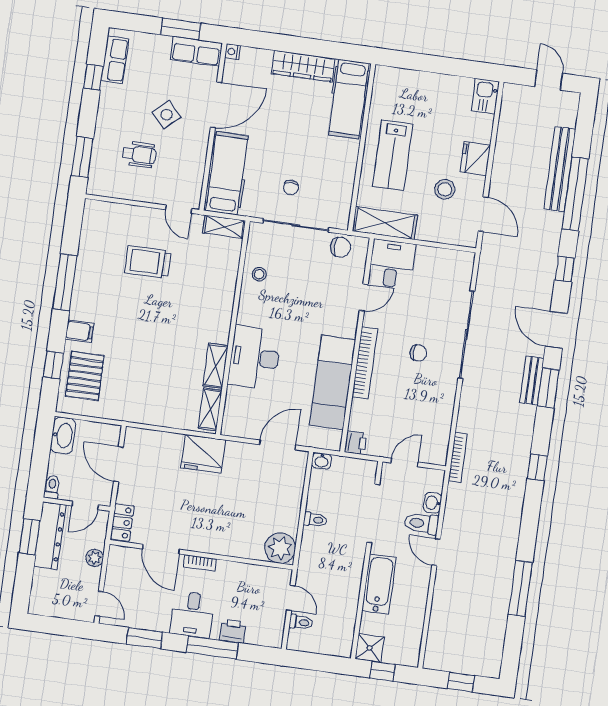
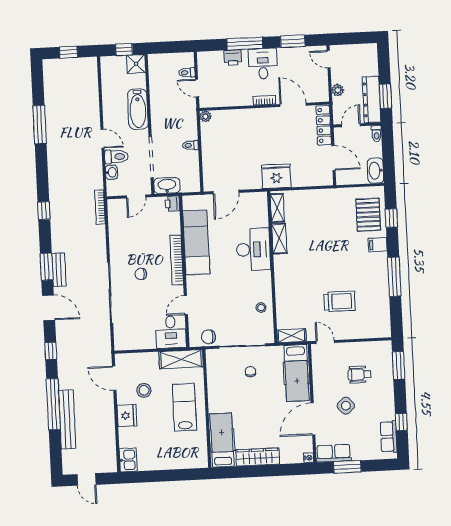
washbasin: (322, 461) -> (167, 186), moved, width x1.91, depth x1.45
locker: (122, 522) -> (324, 125), width x1.53
plant: (280, 548) -> (206, 116), width x0.53, depth x0.53

